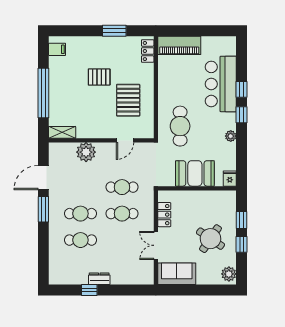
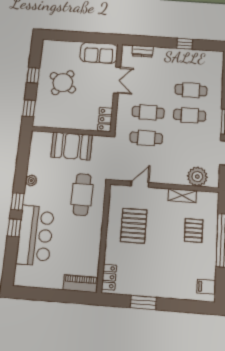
piano: (179, 45) -> (81, 284), width x0.73, depth x0.75
pallet: (99, 77) -> (194, 230), moved, turned 90
shelving: (62, 132) -> (182, 196), moved
plant: (86, 152) -> (197, 177), moved
fridge: (230, 179) -> (37, 138), removed
locker: (164, 215) -> (105, 119), moved
window: (242, 220) -> (29, 108), moved
plant: (229, 274) -> (49, 49), removed
dresser: (99, 279) -> (143, 51), moved

